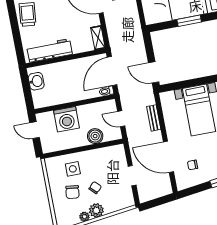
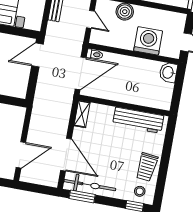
door: (154, 72) -> (37, 55), swing flipped
washbasin: (36, 81) -> (168, 72), moved

